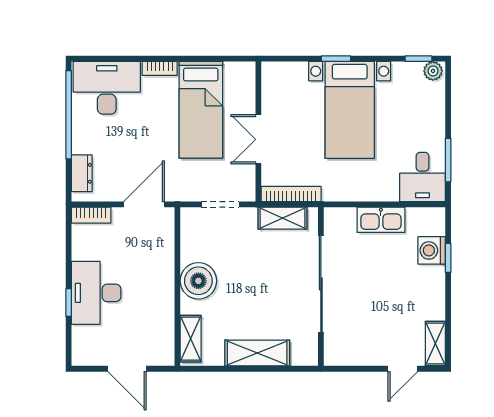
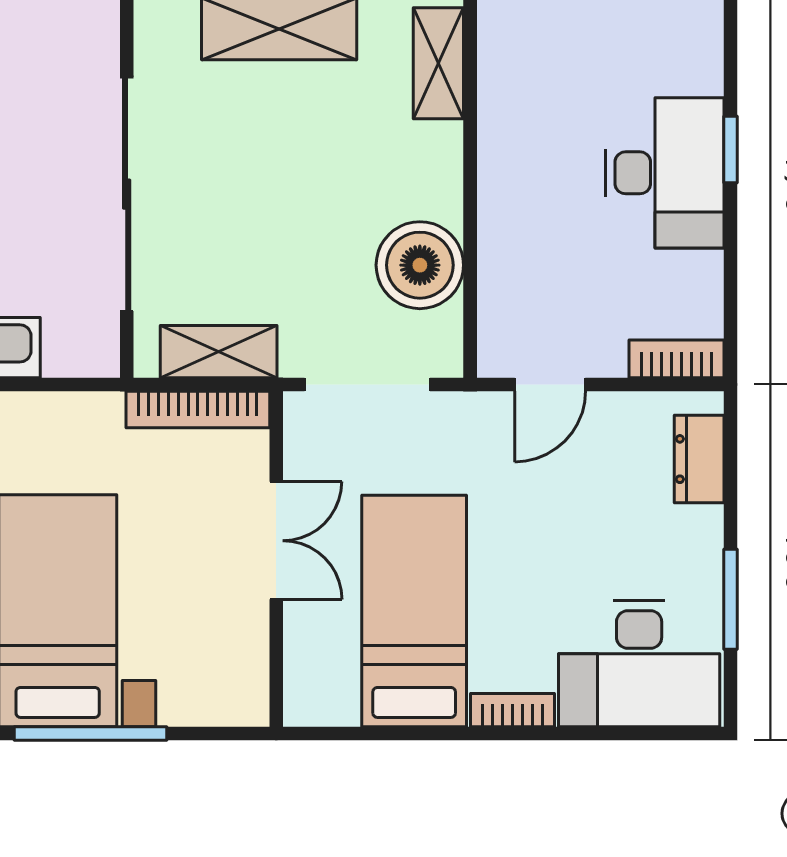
window: (336, 59) -> (90, 733), width x2.17
window: (69, 115) -> (730, 599), width x0.47
door: (144, 204) -> (550, 384), width x0.73
doorway: (220, 204) -> (367, 384), width x1.38
boiler: (198, 281) -> (420, 265), moved

